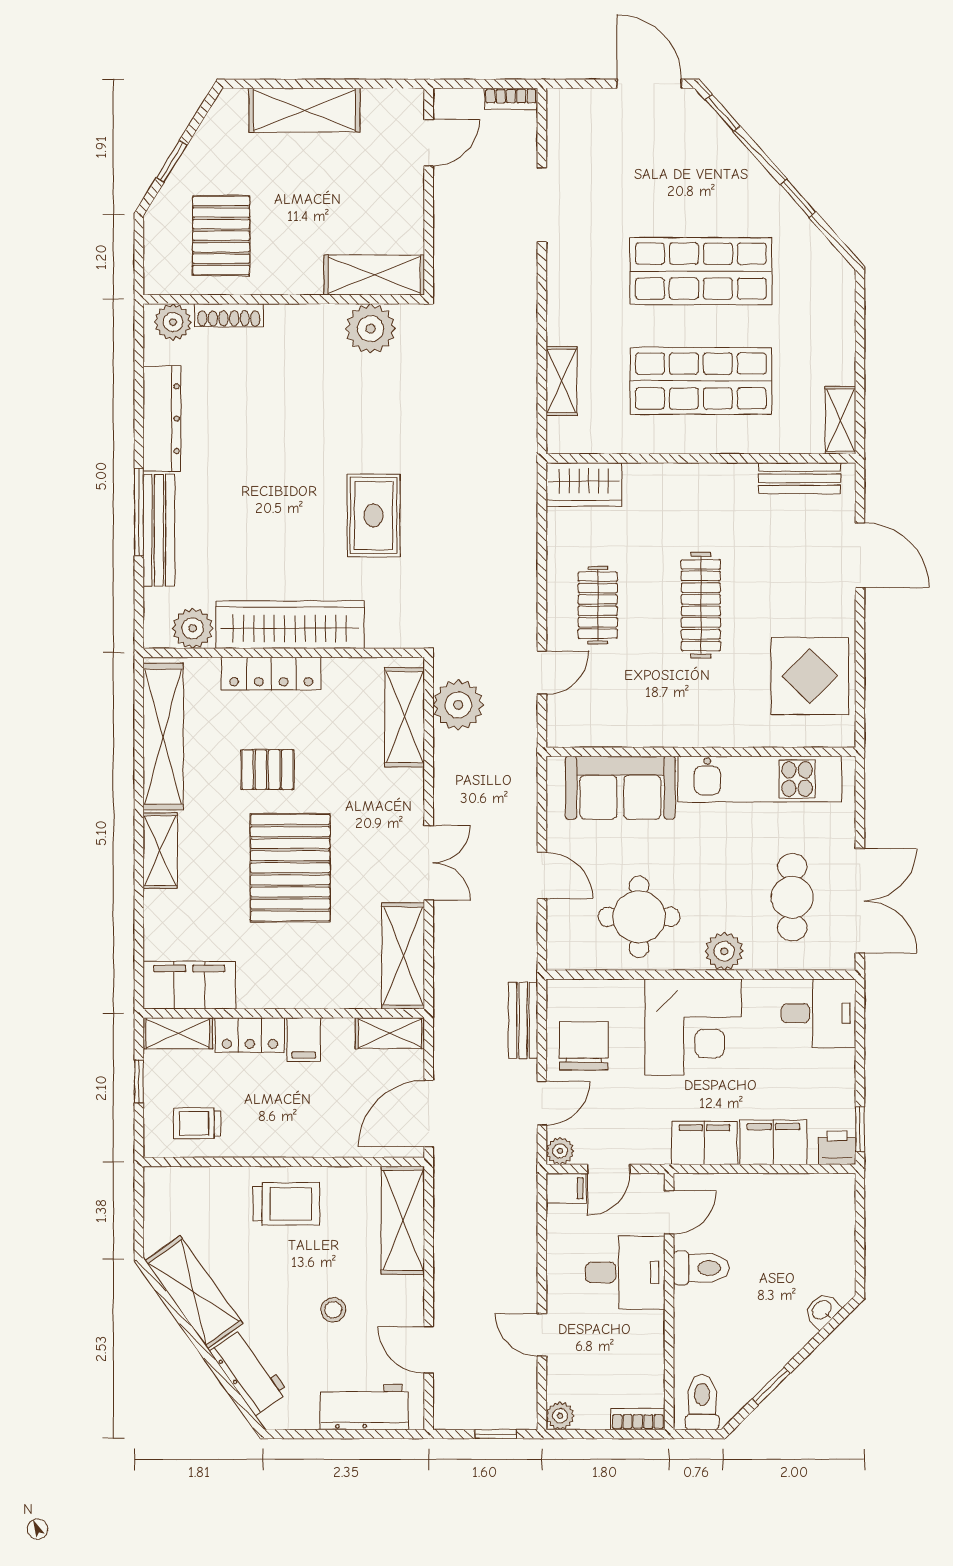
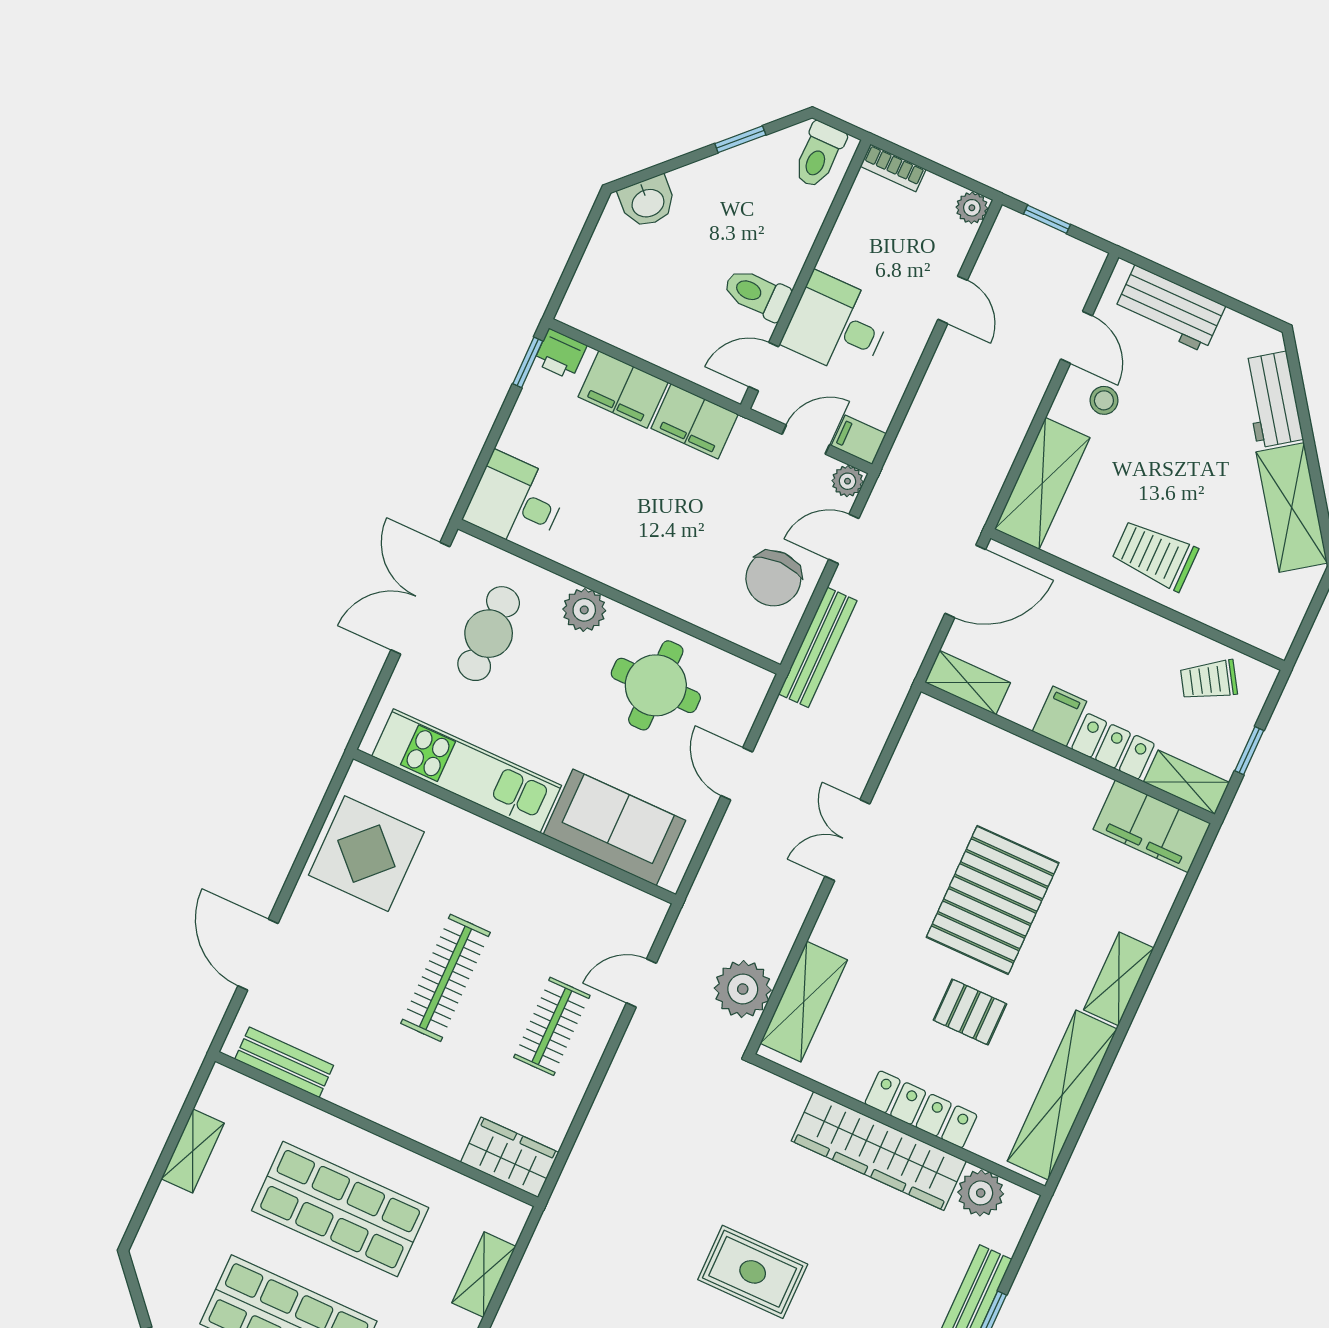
shelving: (840, 420) -> (193, 1151), moved
rug: (374, 515) -> (753, 1272), moved, turned 90
shelving: (403, 956) -> (918, 756), removed
bench: (523, 1020) -> (818, 647), width x1.36
corner desk: (693, 1027) -> (652, 546), removed
trolley: (197, 1123) -> (1209, 680), turned 148
stool: (333, 1310) -> (1104, 400), moved
washbasin: (822, 1310) -> (648, 202), width x1.38, depth x1.45

